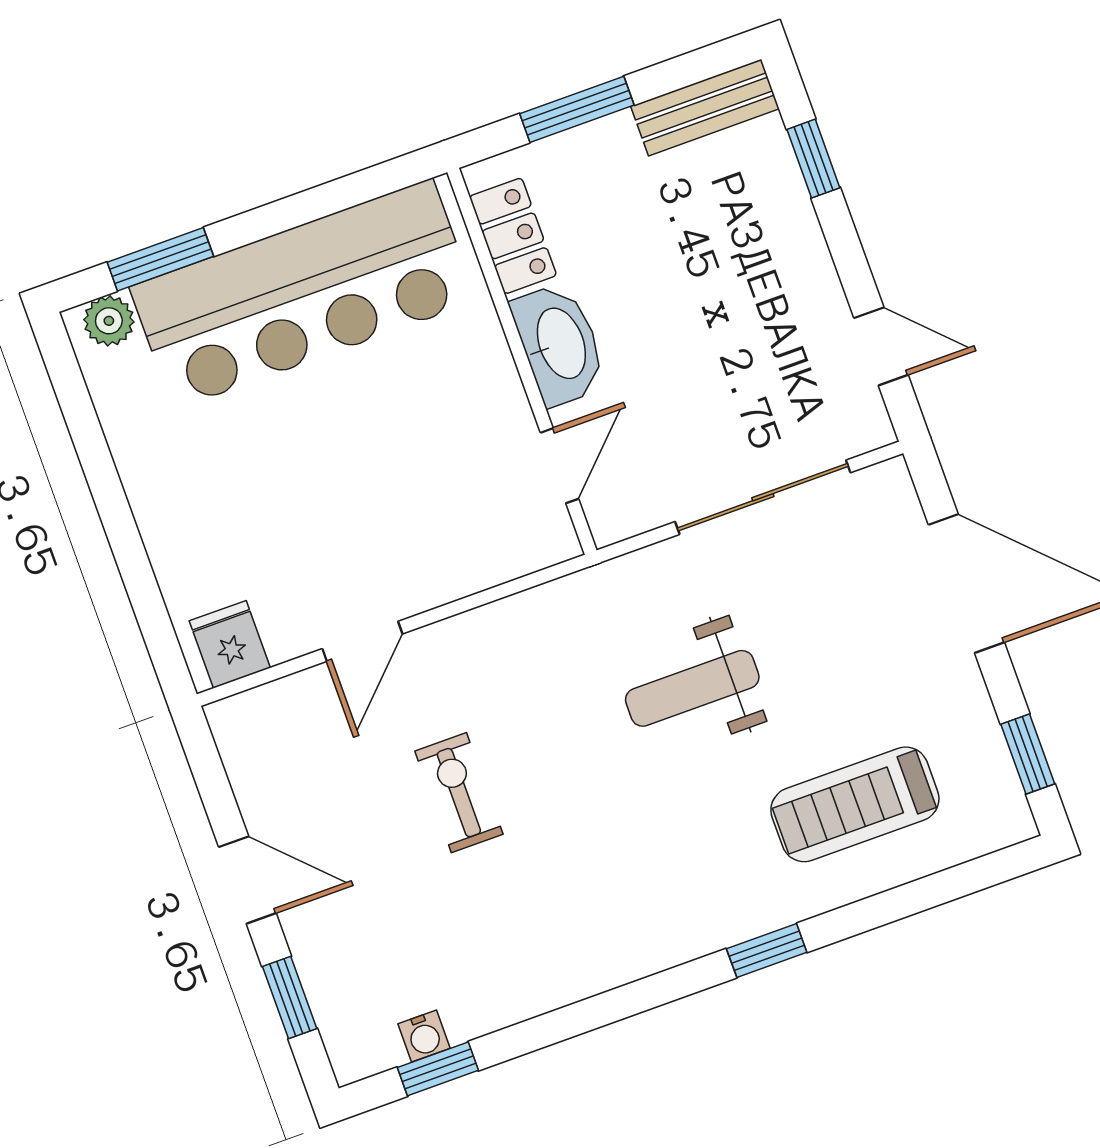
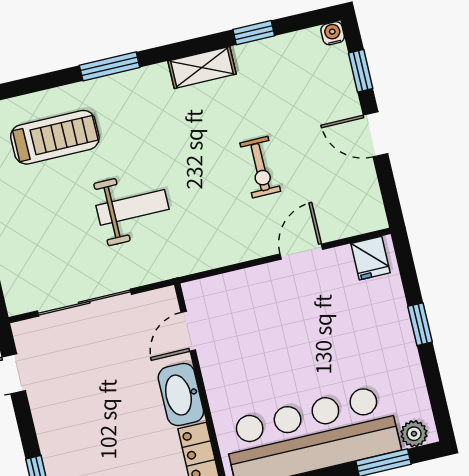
window: (121, 530) -> (420, 324), added
window: (767, 951) -> (110, 66), width x1.50
shelving: (591, 969) -> (202, 68), added
water cooler: (424, 1036) -> (333, 33), moved
window: (438, 1069) -> (254, 33), moved

